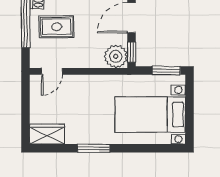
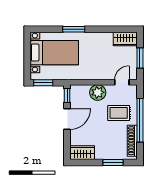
plant: (116, 56) -> (98, 92), moved
window: (26, 106) -> (140, 58), added
window: (94, 148) -> (74, 29), moved

